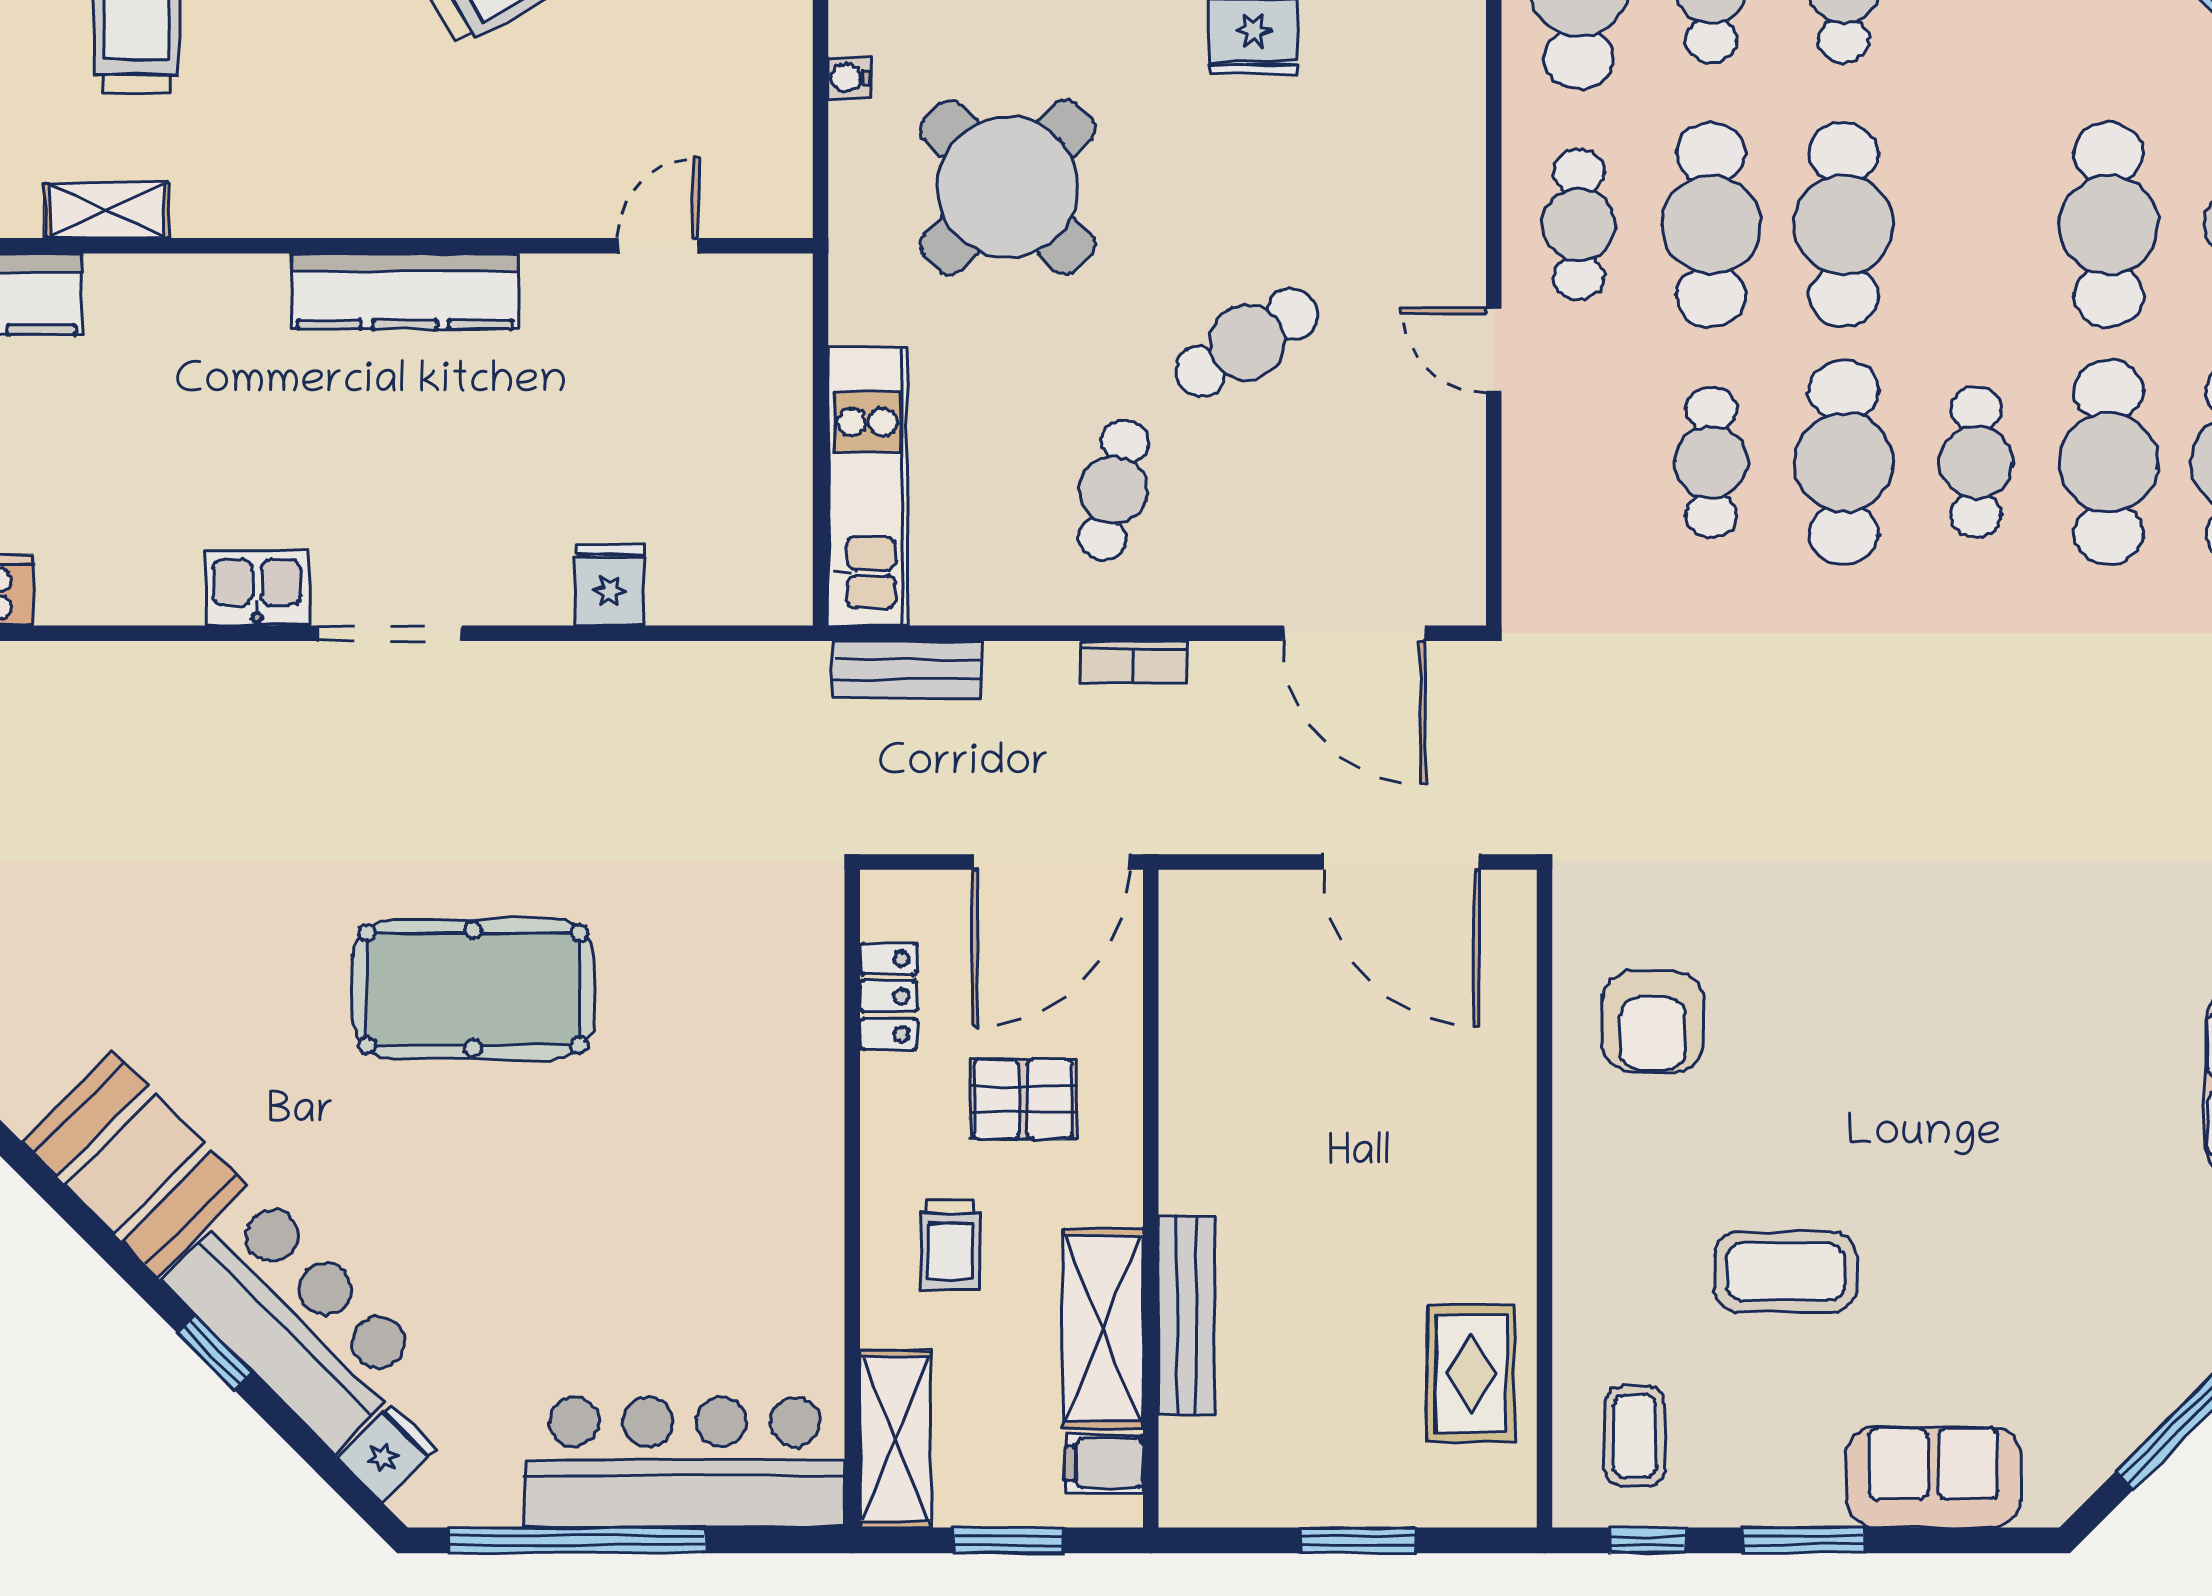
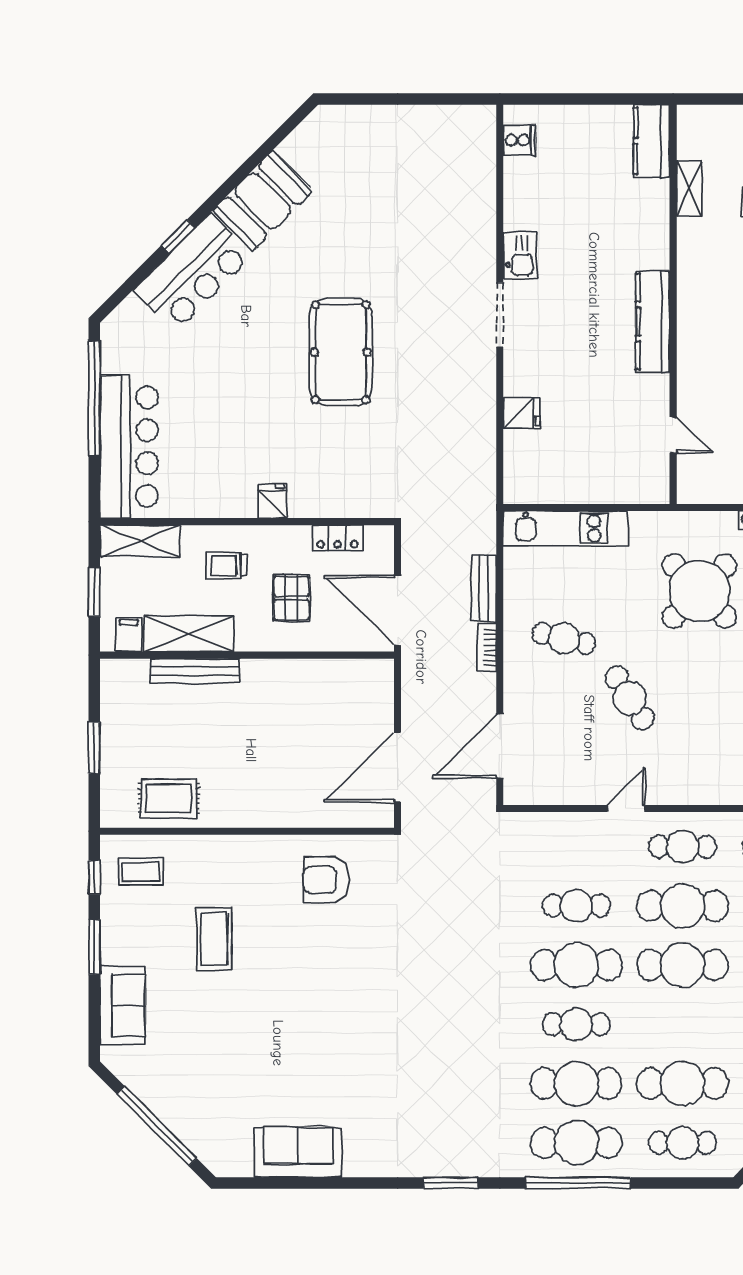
bench: (907, 669) -> (484, 588), moved
fridge: (387, 1453) -> (273, 501), moved, turned -135

